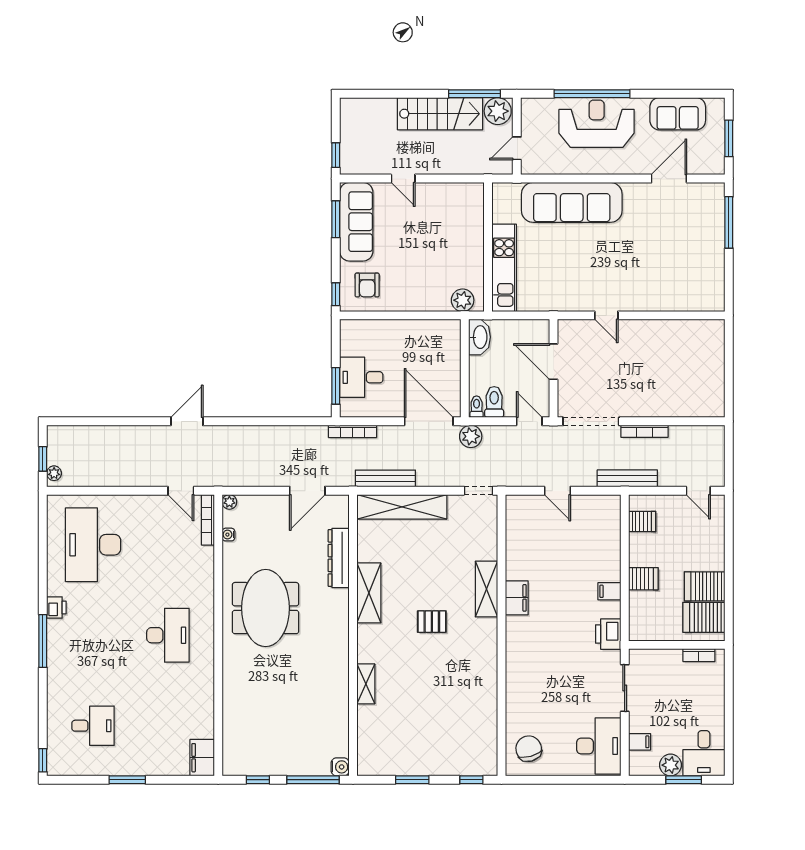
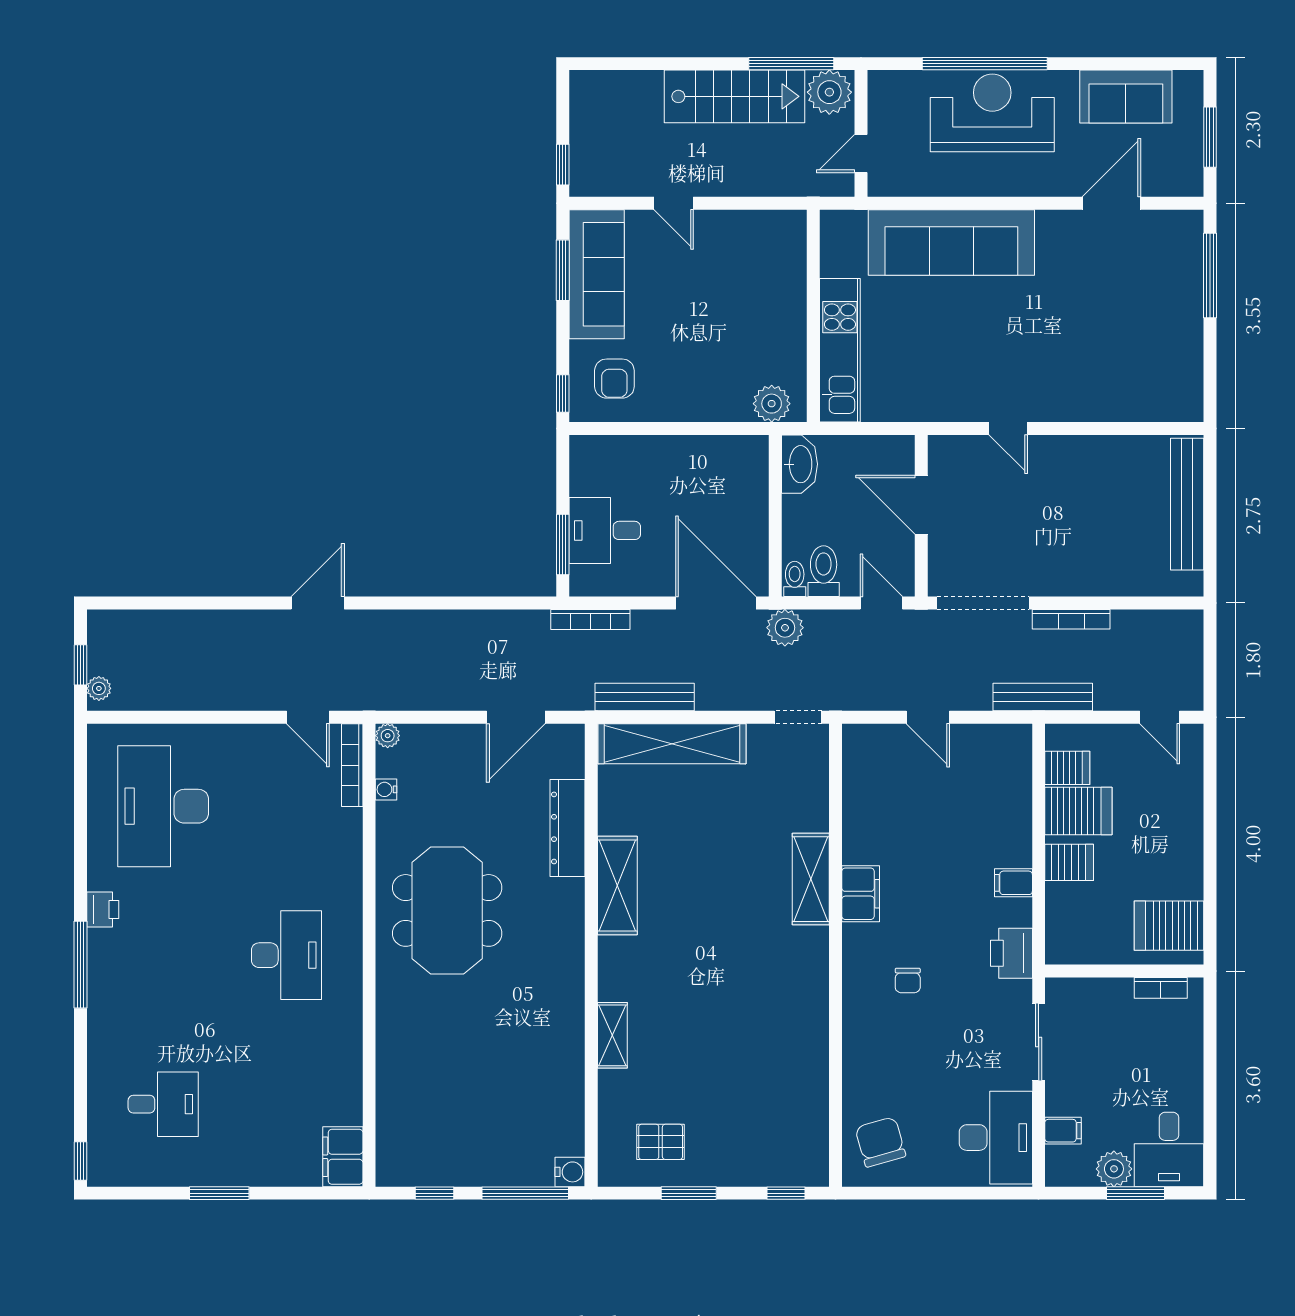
bench: (715, 361) -> (1187, 504), added
server rack: (705, 586) -> (1078, 811), moved, turned 180
pallet: (432, 622) -> (661, 1142), moved
chair: (545, 651) -> (908, 980), added

